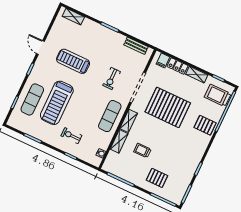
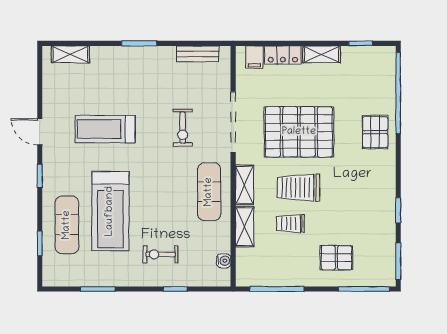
trolley: (218, 95) -> (298, 188), moved
pallet: (205, 125) -> (375, 132), turned 90

